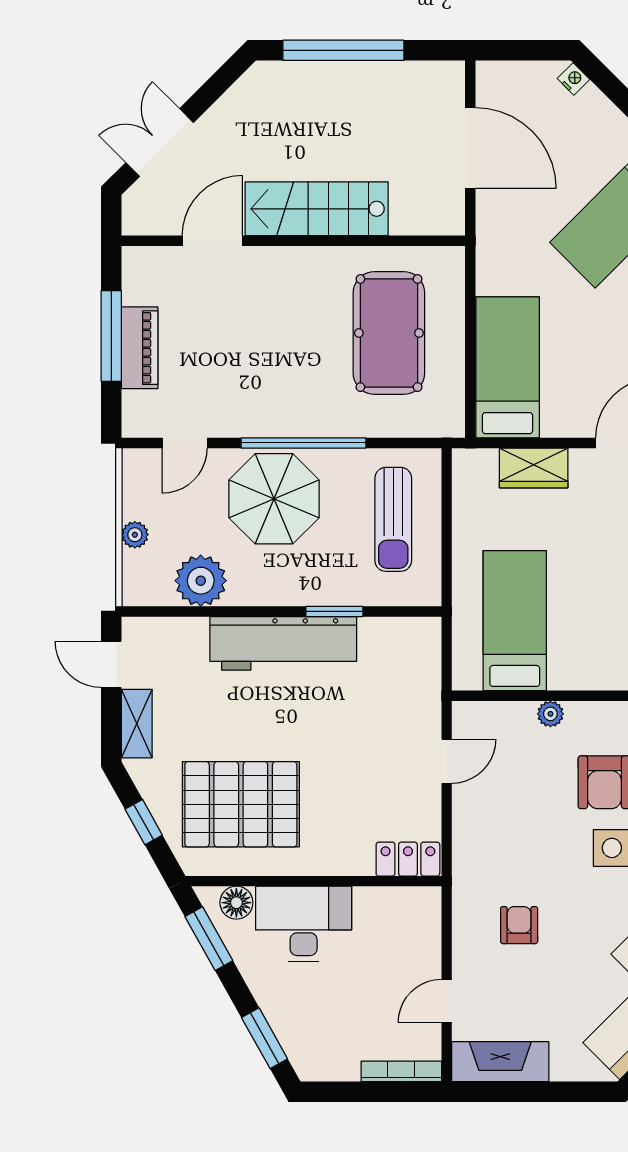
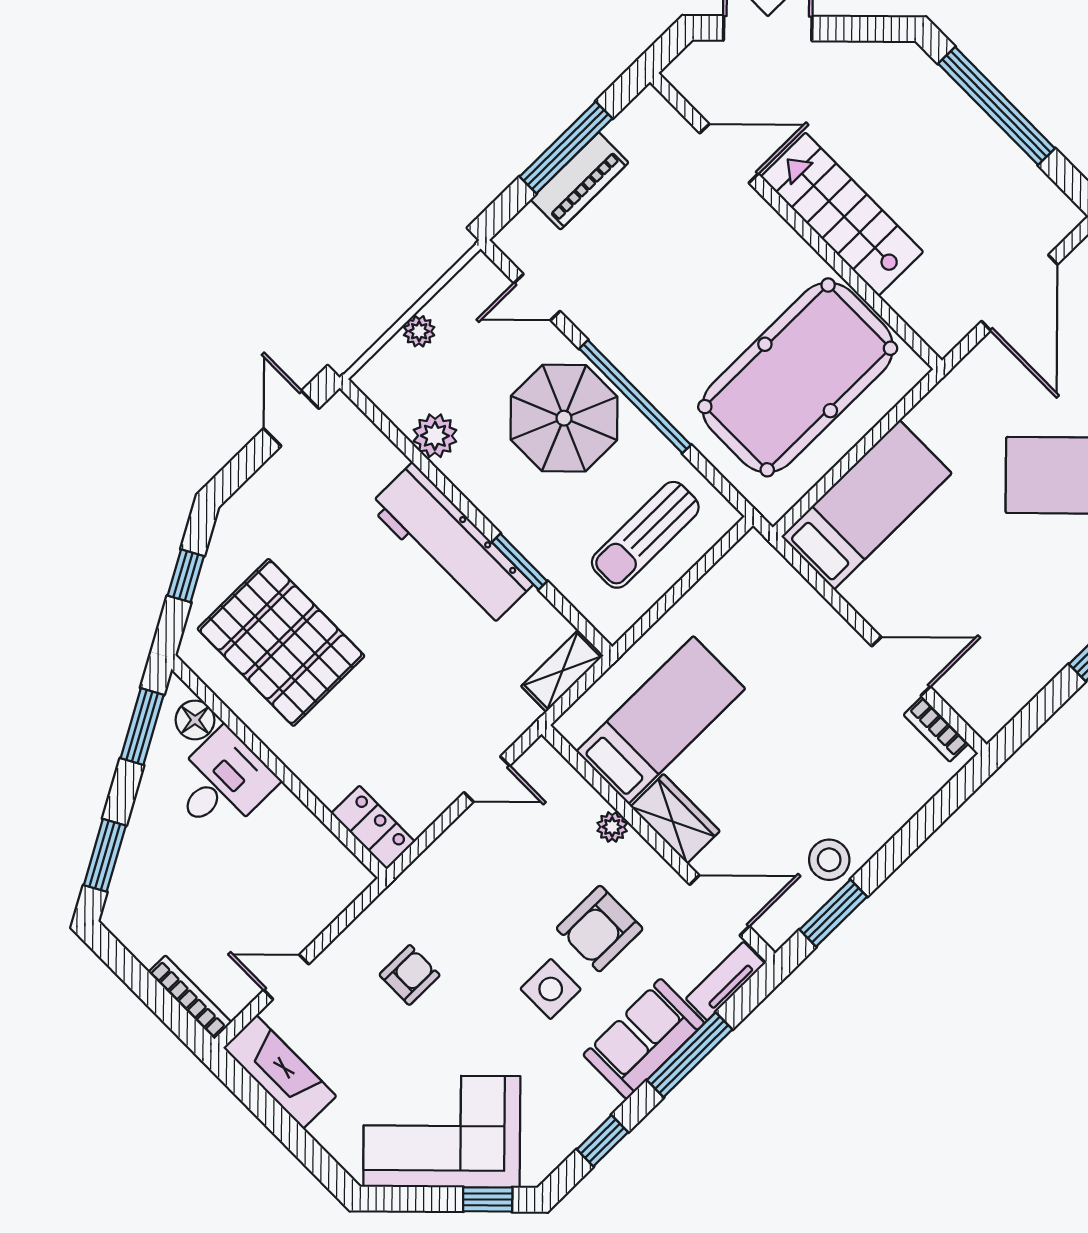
pool table: (389, 333) -> (798, 377), width x1.36, depth x1.32
wardrobe: (534, 468) -> (675, 819), moved, turned 180
plant: (201, 581) -> (435, 436), width x0.73, depth x0.73
shelving: (137, 724) -> (562, 671), moved
desk: (304, 924) -> (222, 783), width x0.73

